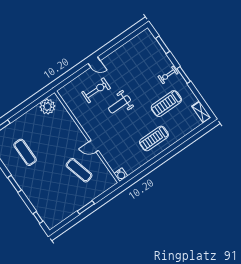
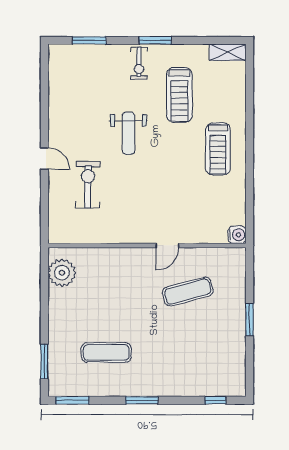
door: (94, 62) -> (44, 159), hinge flipped
weight bench: (120, 104) -> (128, 133), moved

